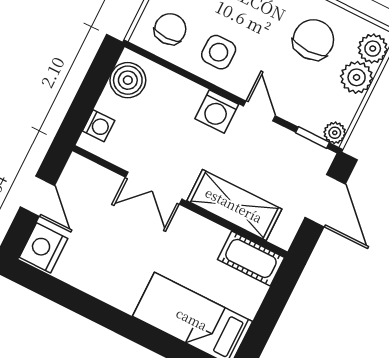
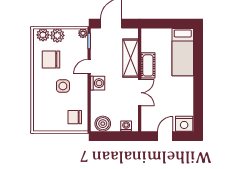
side table: (219, 52) -> (63, 86), moved
cot: (251, 258) -> (148, 65), moved

